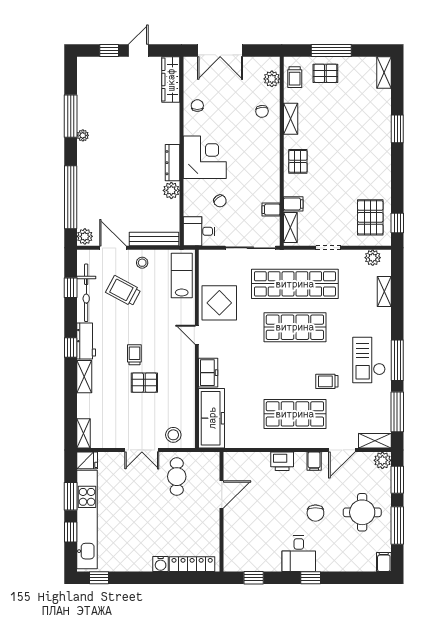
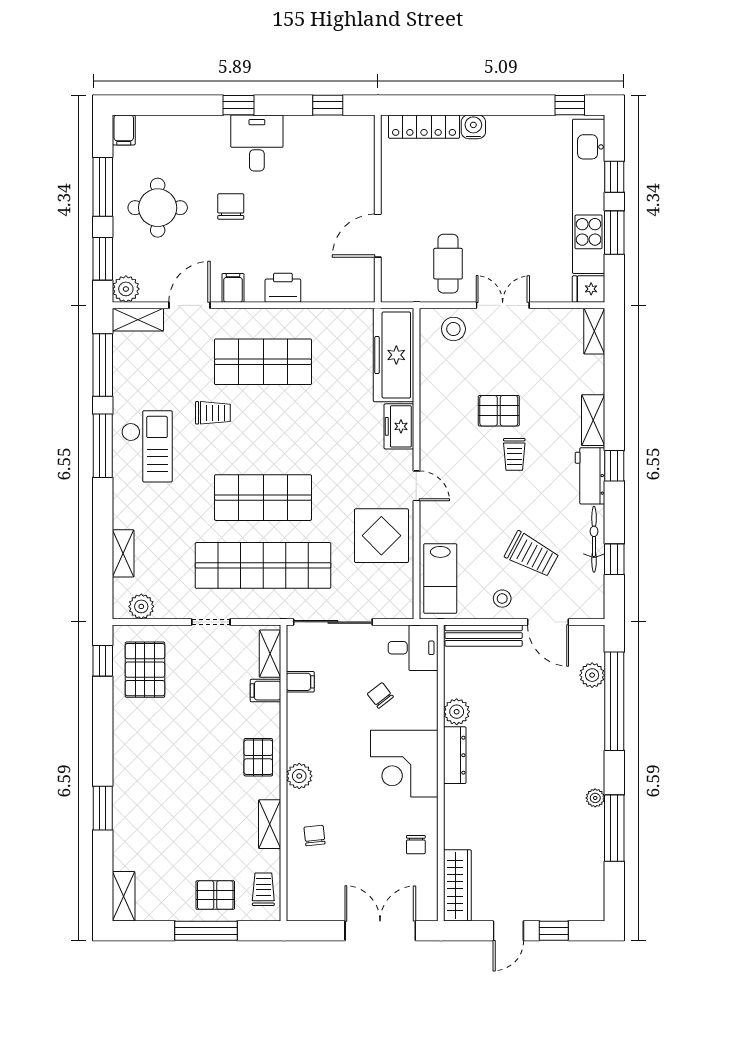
plant: (272, 79) -> (299, 776), moved
plant: (85, 236) -> (592, 675), moved
bicycle: (86, 293) -> (594, 539), width x0.73, depth x0.71

